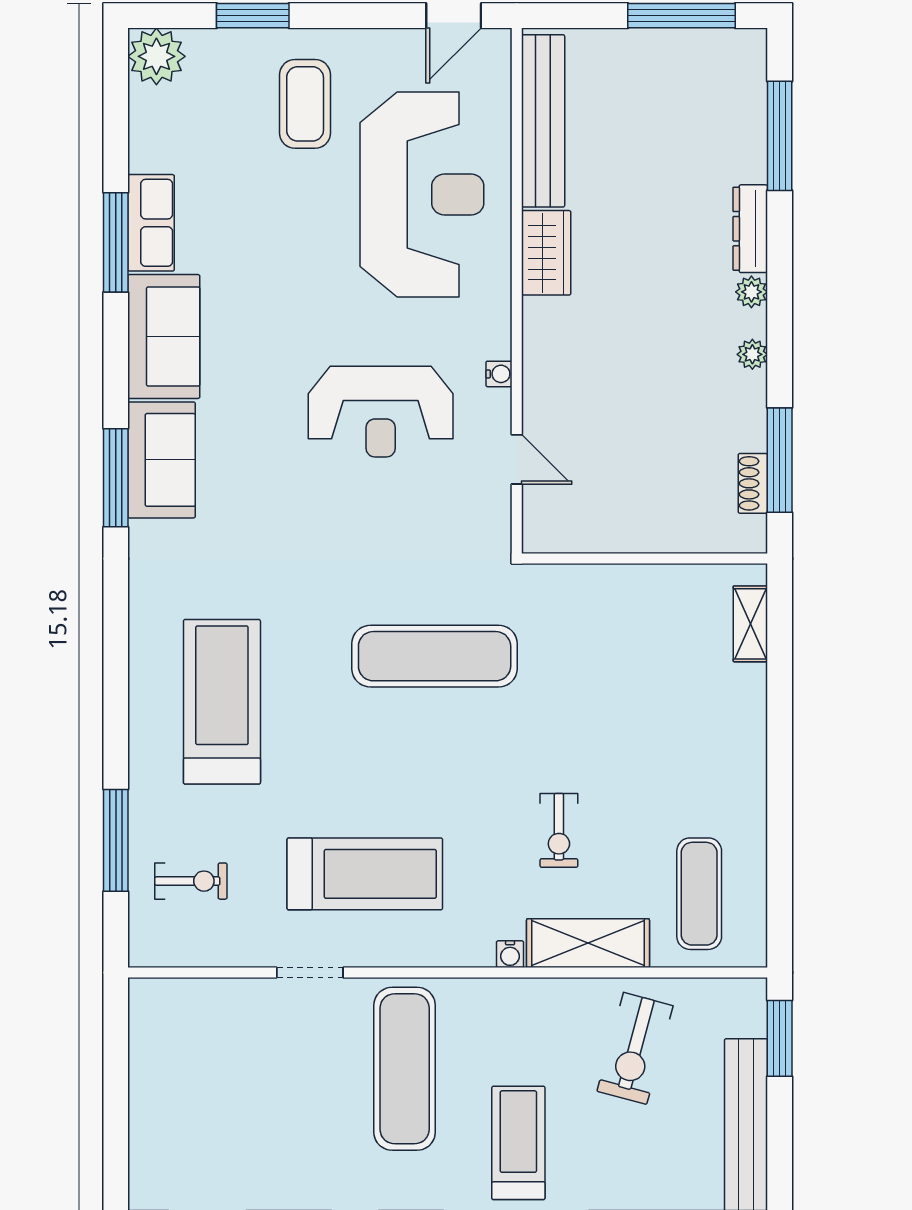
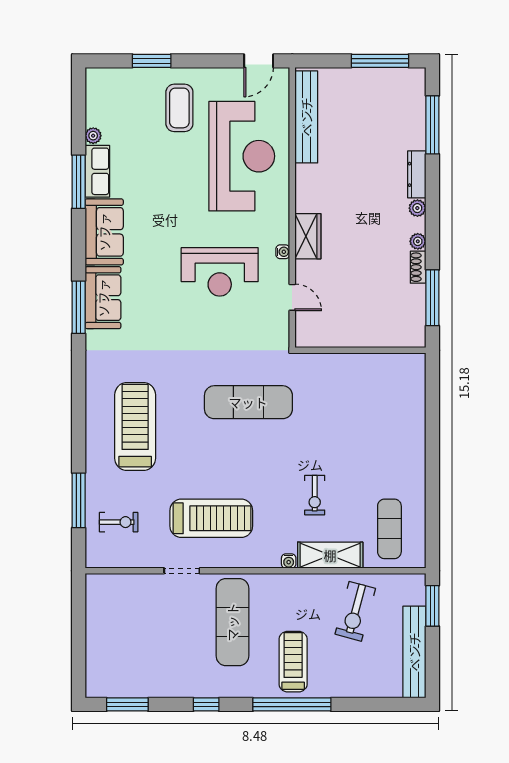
plant: (156, 56) -> (93, 136), moved, width x0.53, depth x0.53
wardrobe: (546, 253) -> (308, 236), moved
shoe rack: (753, 483) -> (418, 267), moved
shelving: (750, 624) -> (417, 385), removed

